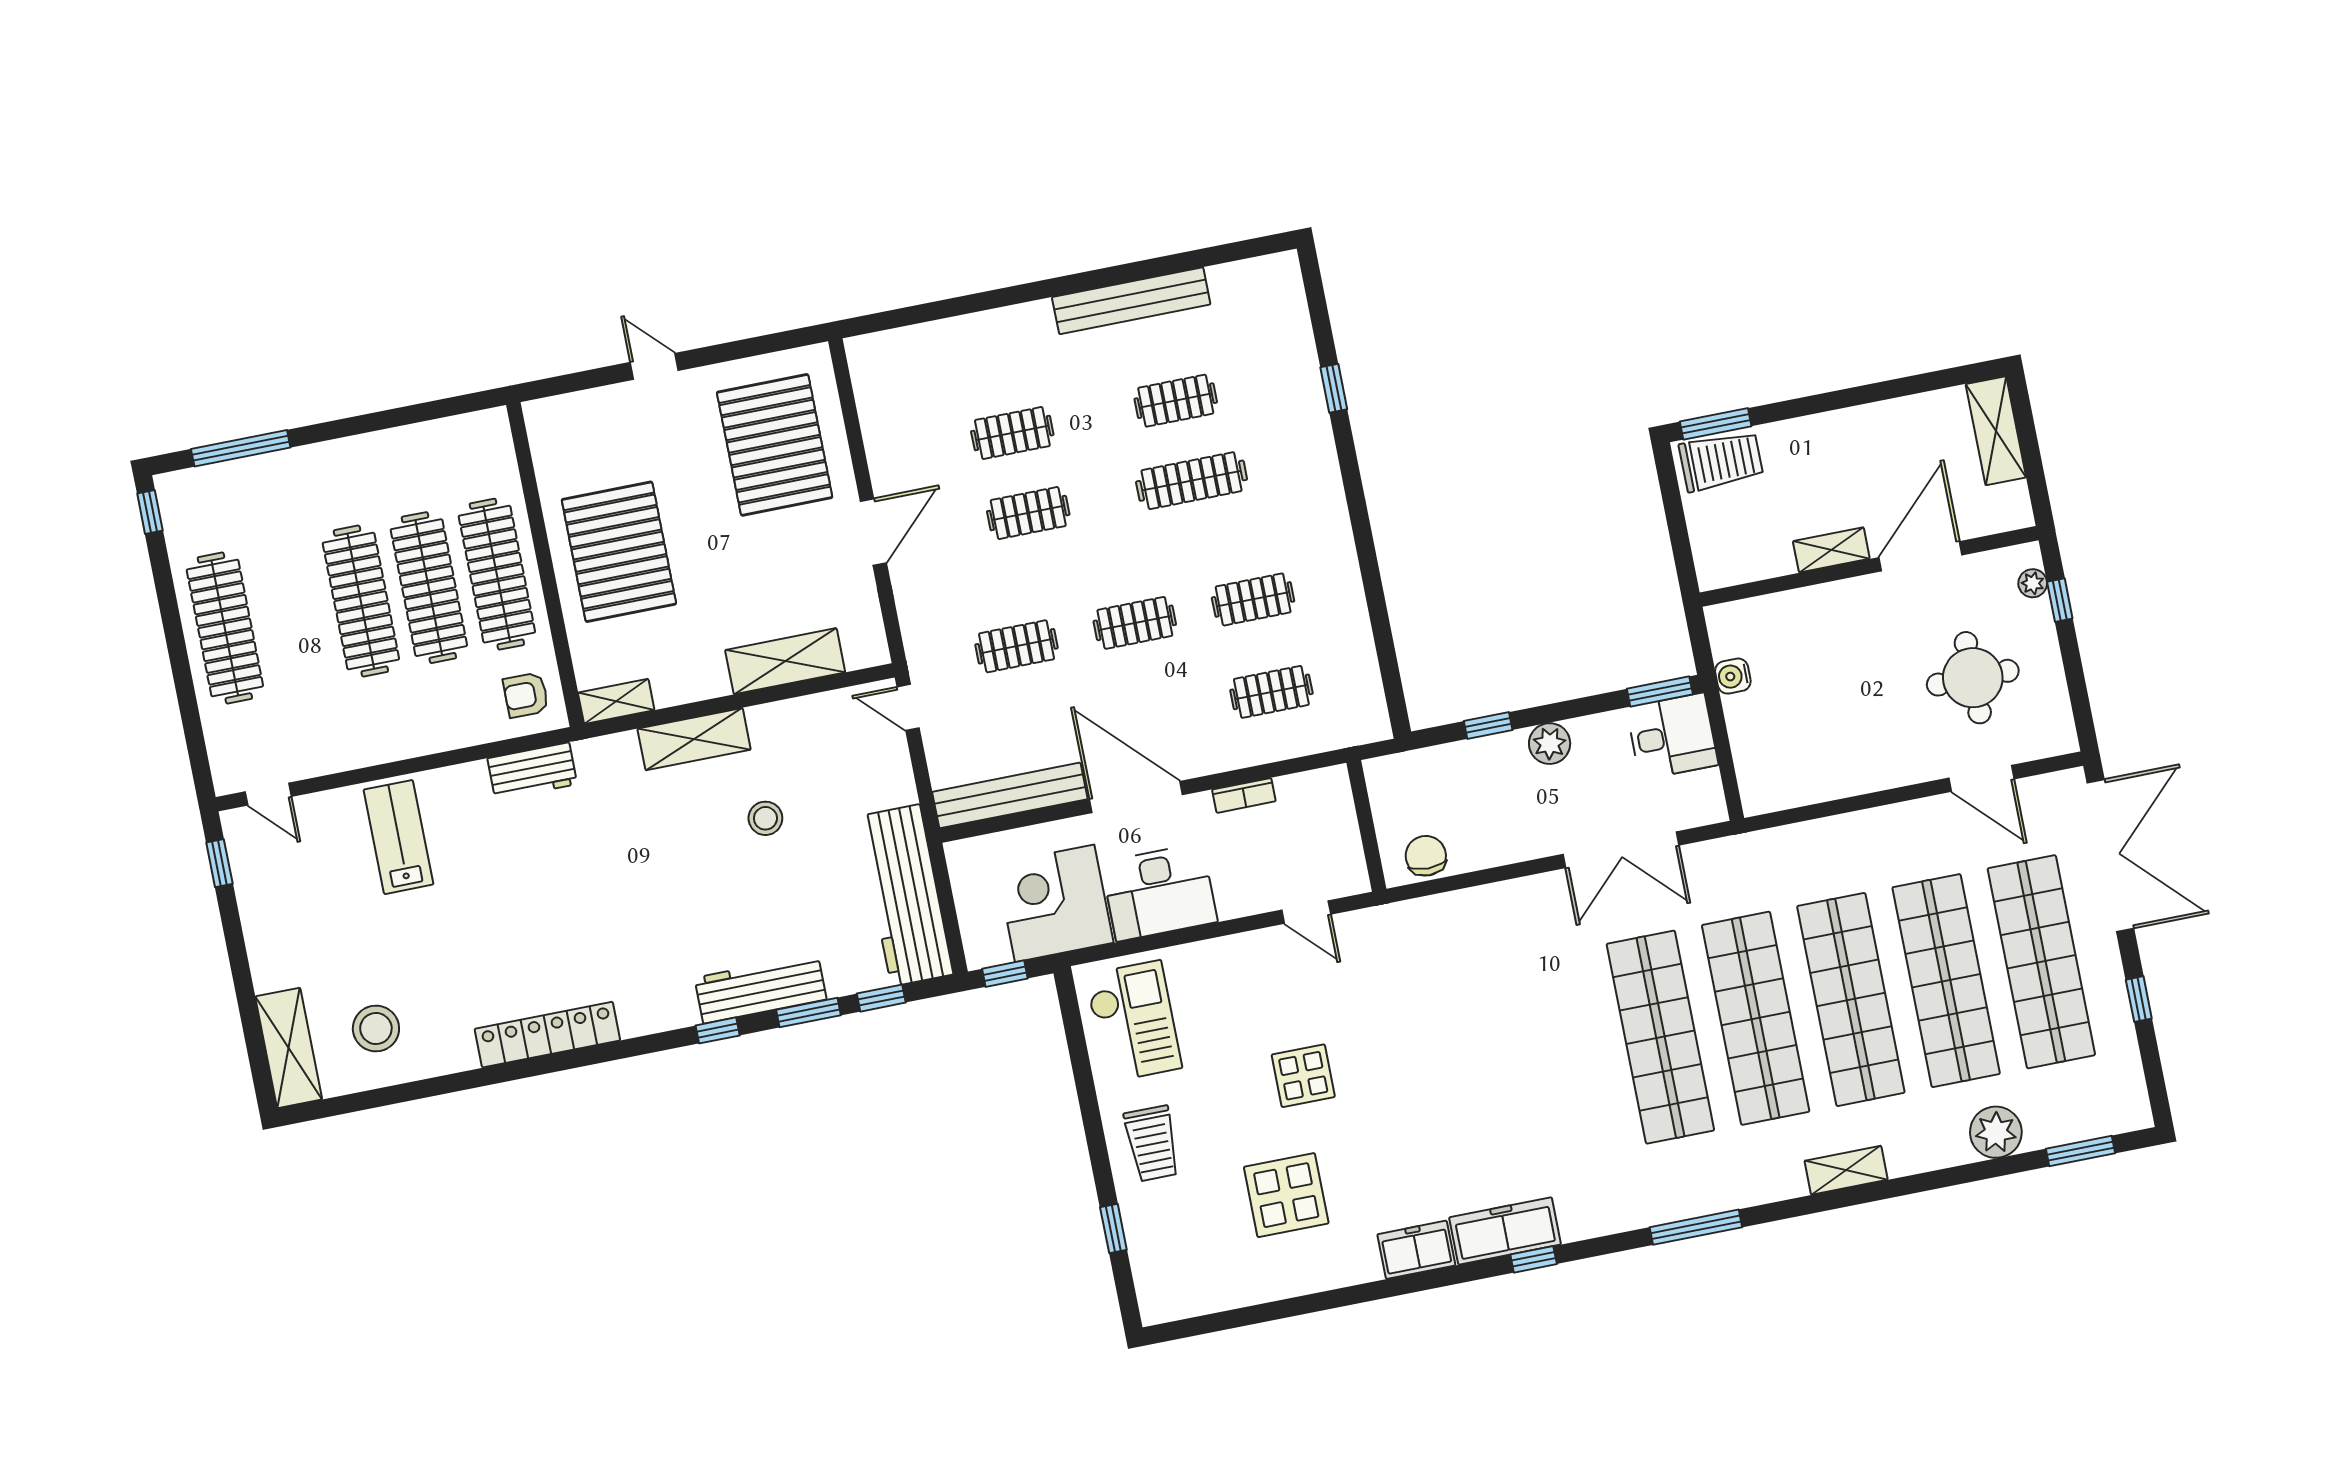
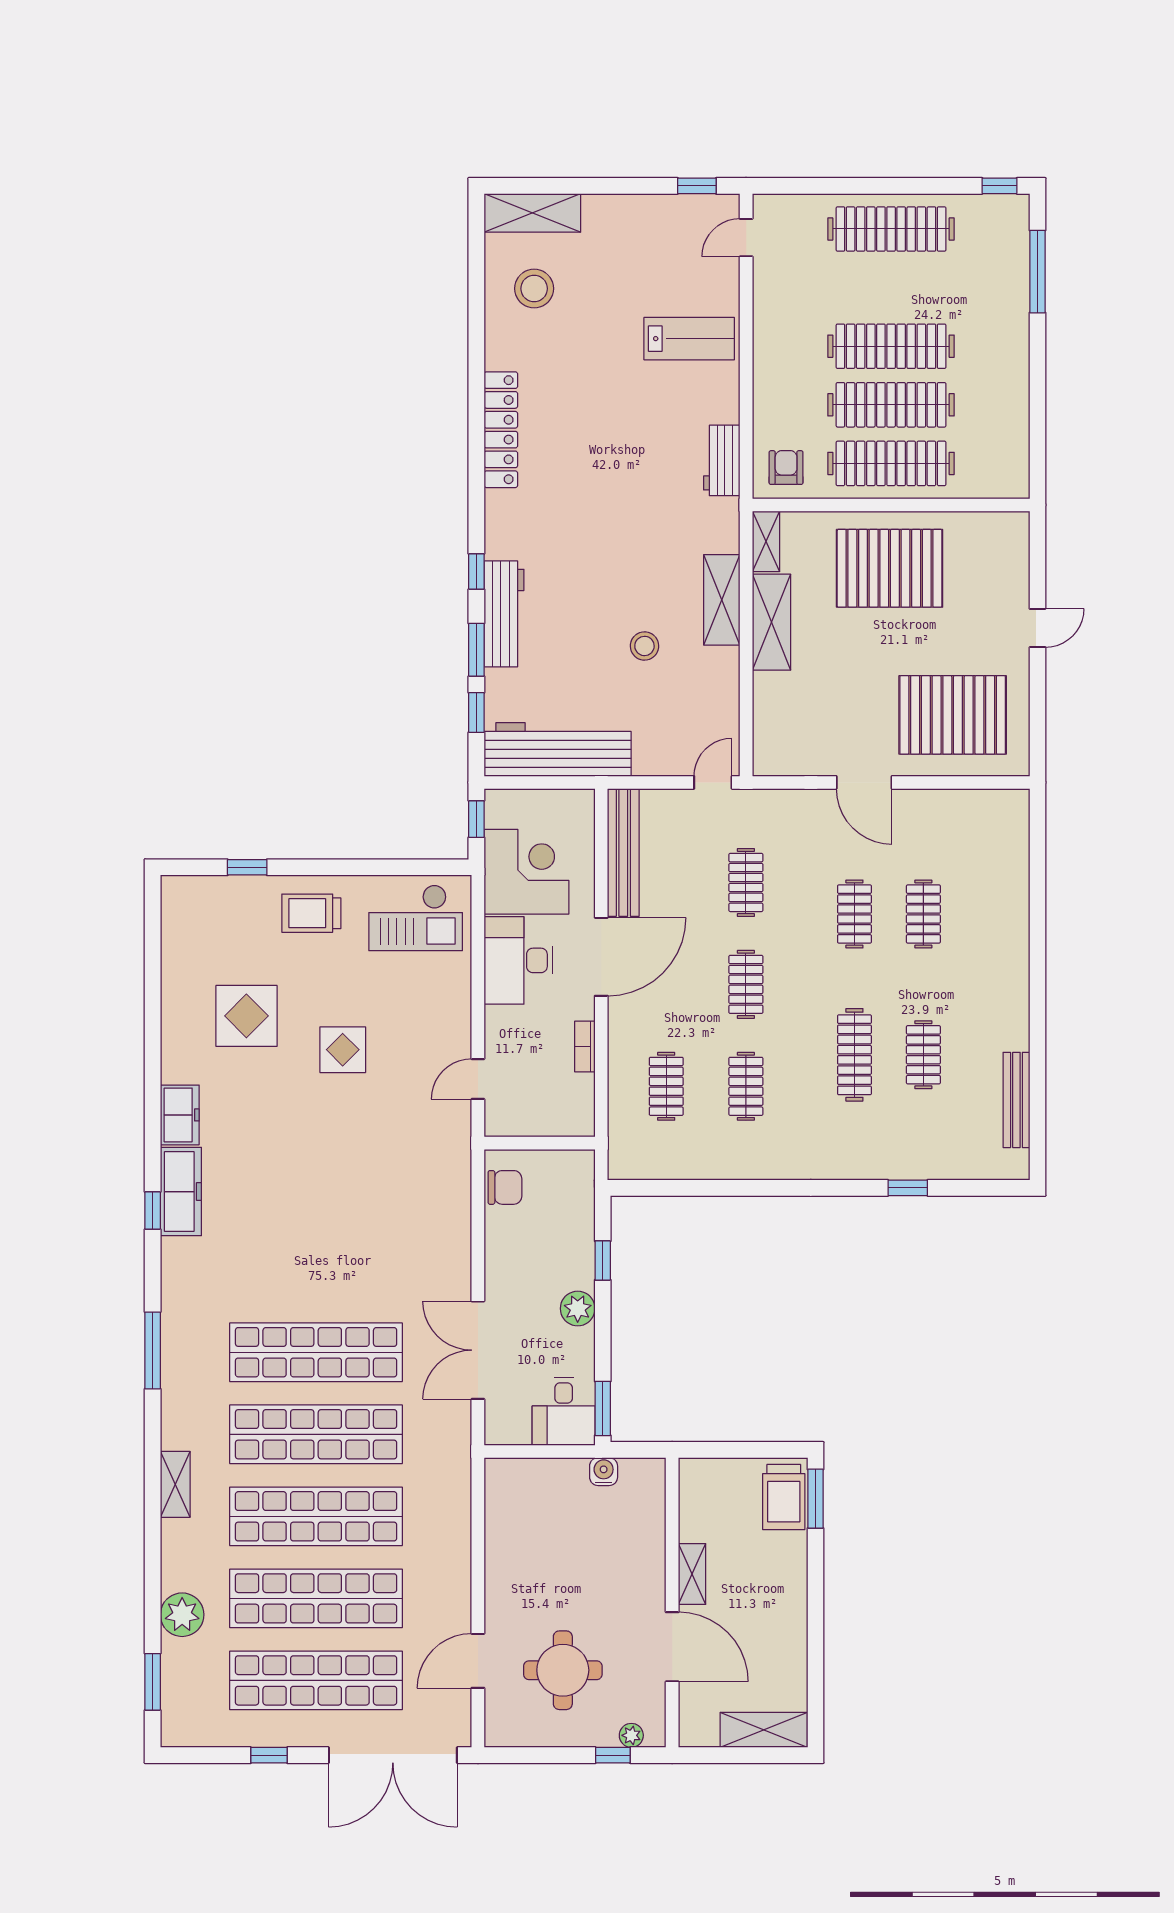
bench: (1131, 301) -> (1016, 1100), moved, width x0.73, depth x0.82
shelving: (785, 661) -> (771, 622), moved

